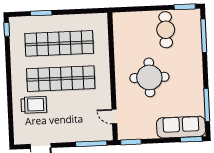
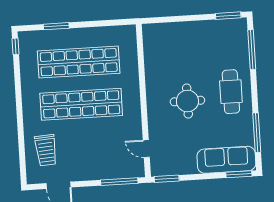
cafe table: (166, 30) -> (231, 92), moved
round table: (149, 77) -> (187, 101), width x0.73, depth x0.73
trolley: (34, 105) -> (46, 150), moved, turned 86

